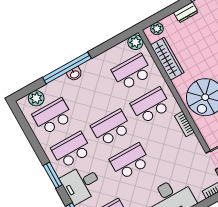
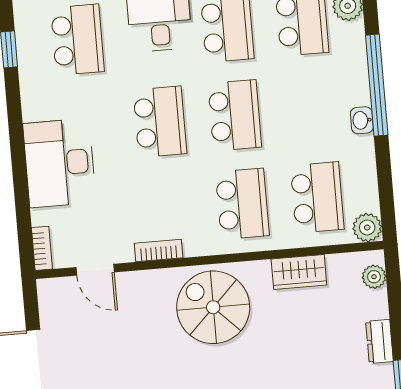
wardrobe: (167, 59) -> (299, 272), width x0.67
washbasin: (75, 74) -> (362, 120), moved
bookcase: (184, 124) -> (159, 251), moved

